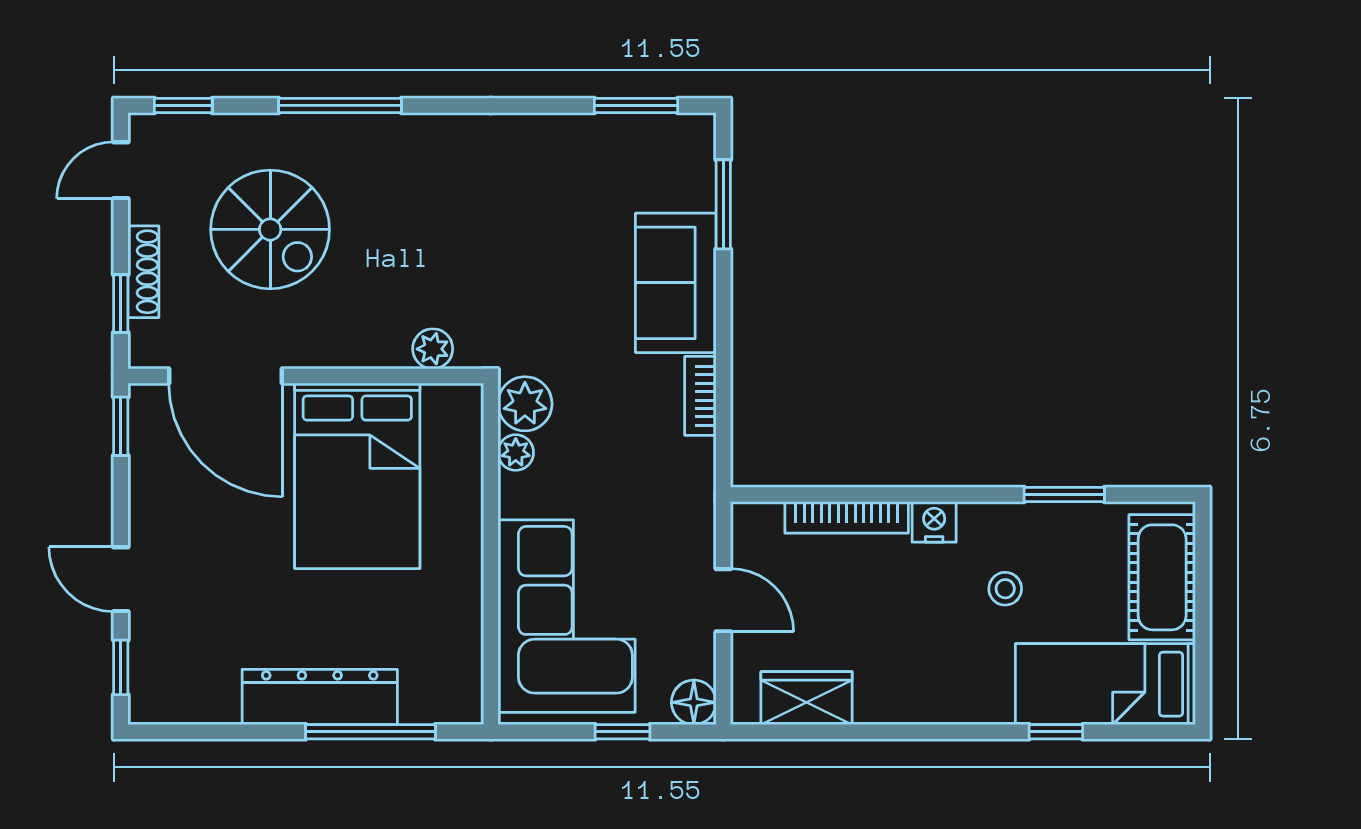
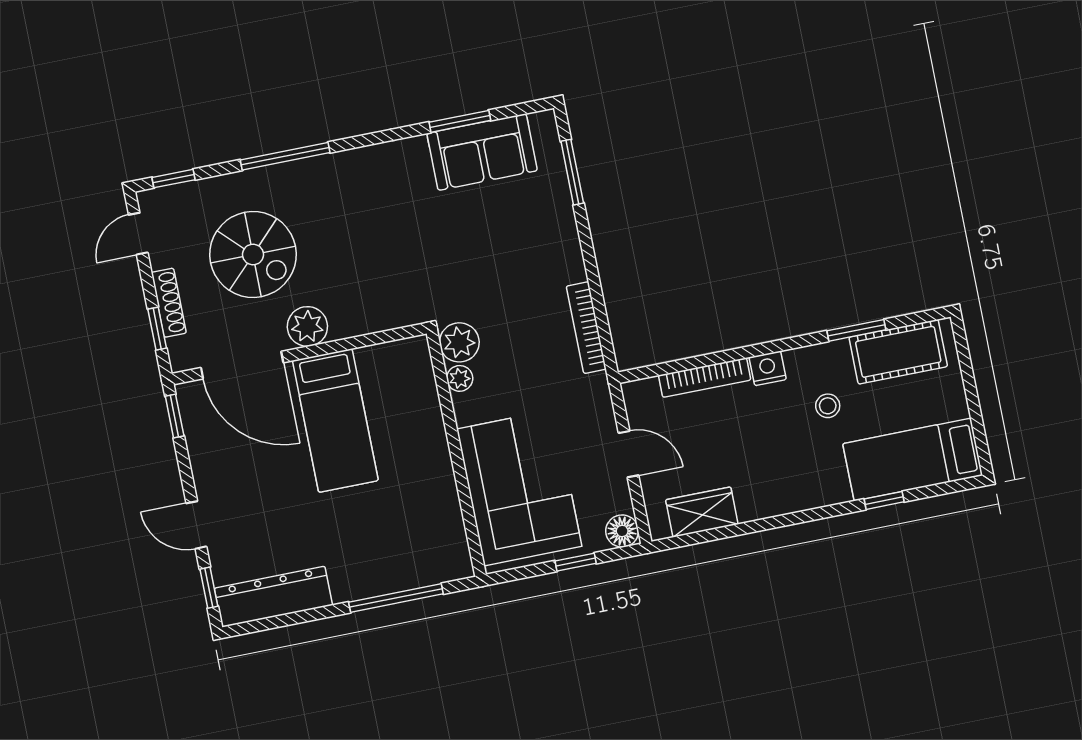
window: (636, 105) -> (460, 121), moved
sofa: (676, 283) -> (482, 152), moved, turned -90
plant: (433, 349) -> (307, 326), moved, width x1.38, depth x1.38
bookcase: (700, 396) -> (586, 328), width x1.56
bed: (357, 476) -> (335, 421), width x0.67
cot: (1162, 577) -> (898, 352), moved, turned 90
dresser: (320, 697) -> (273, 597), moved

